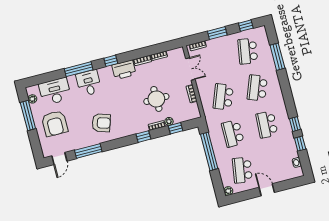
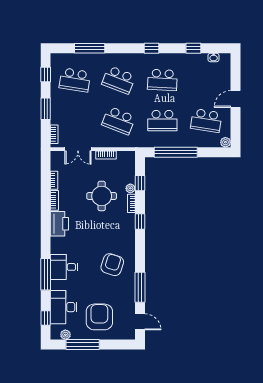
window: (111, 61) -> (46, 318), moved
double door: (190, 69) -> (78, 149), swing flipped
armchair: (55, 123) -> (99, 317), turned -90
window: (295, 124) -> (152, 48), moved

